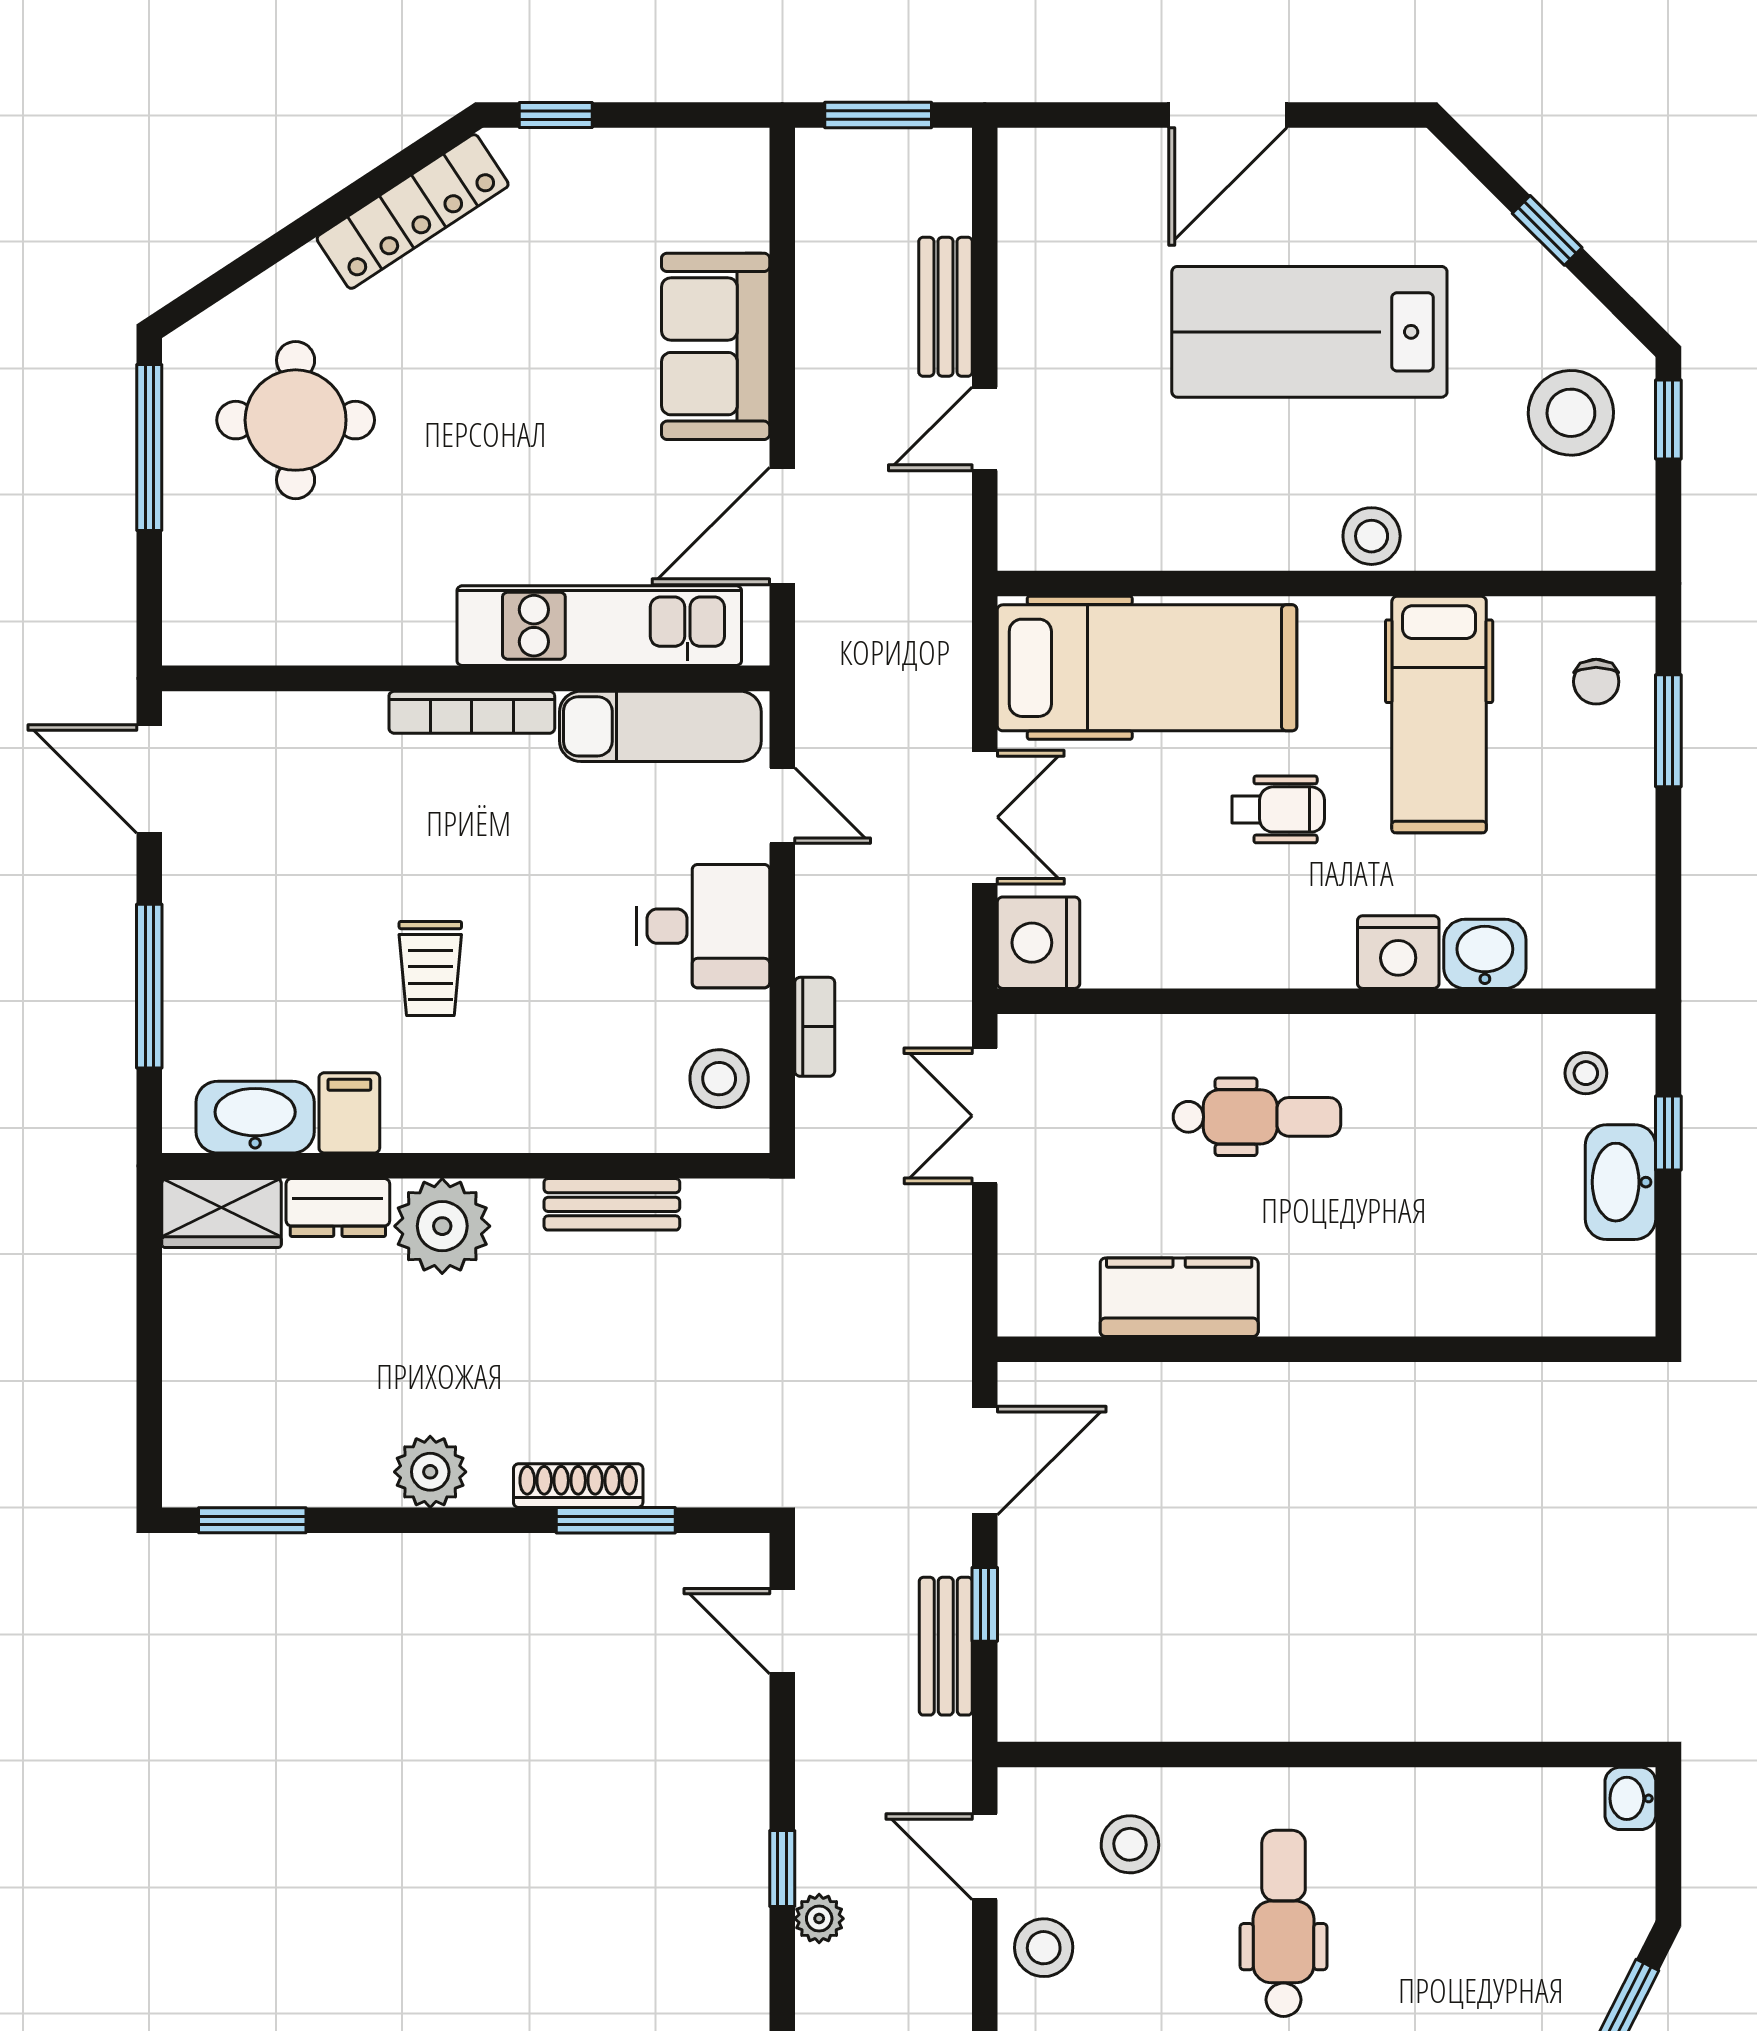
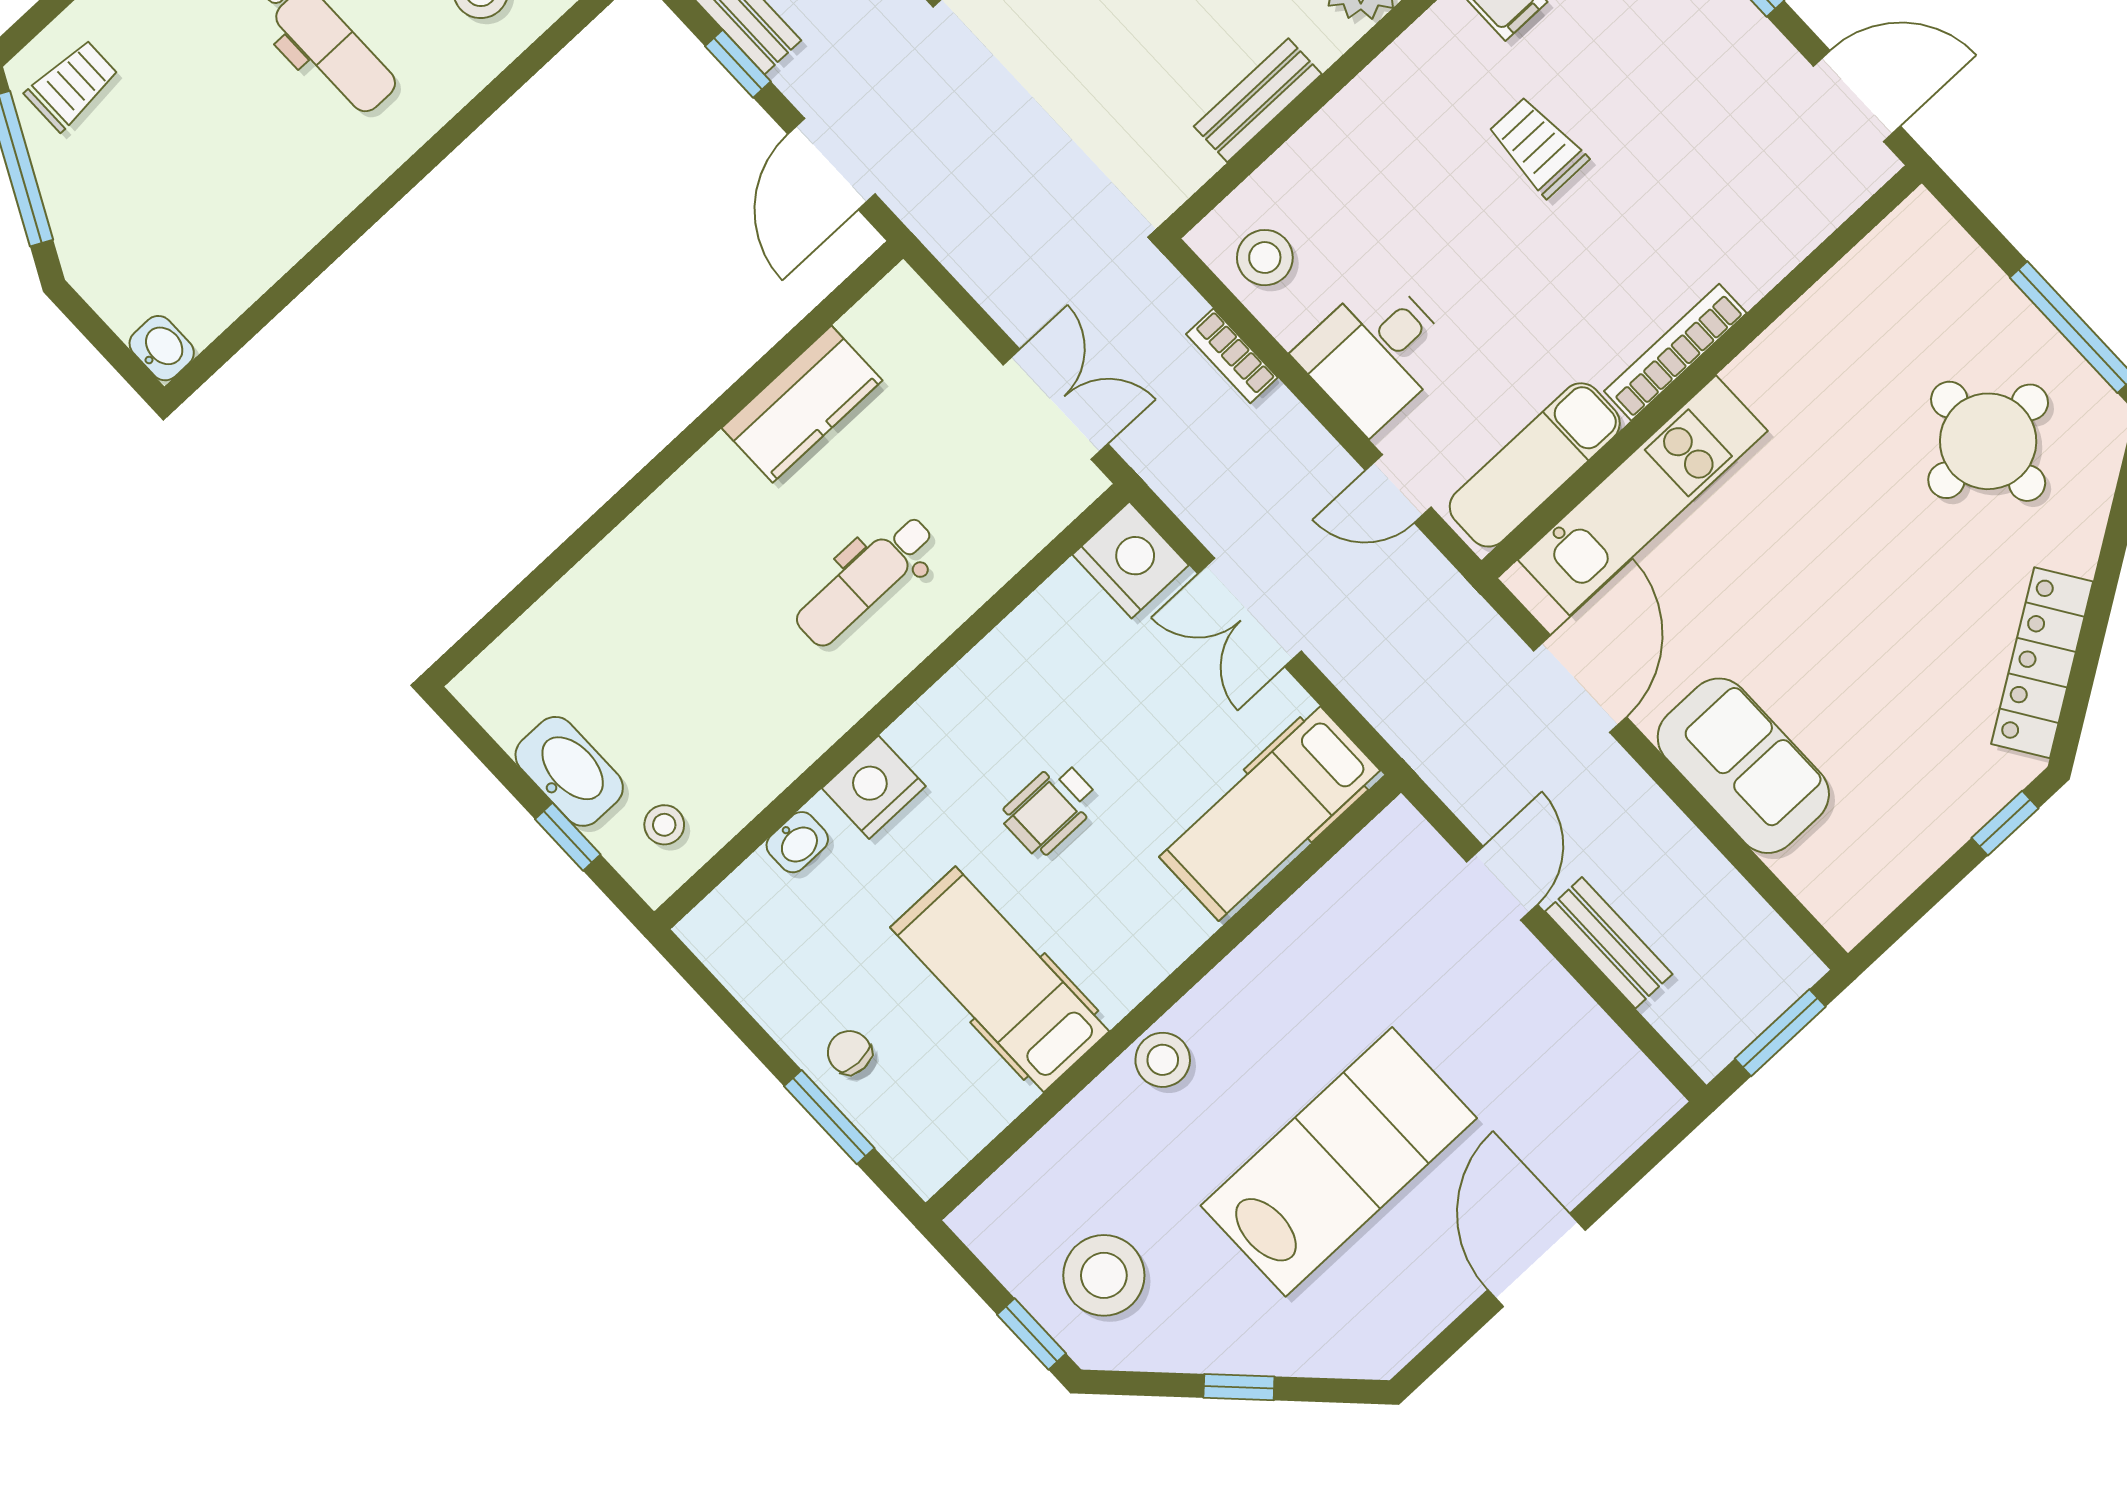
hospital bed: (1147, 668) -> (1270, 814), width x0.73, depth x0.78
chair: (1596, 682) -> (849, 1052), moved
washbasin: (1485, 954) -> (797, 842), width x0.72, depth x0.69

